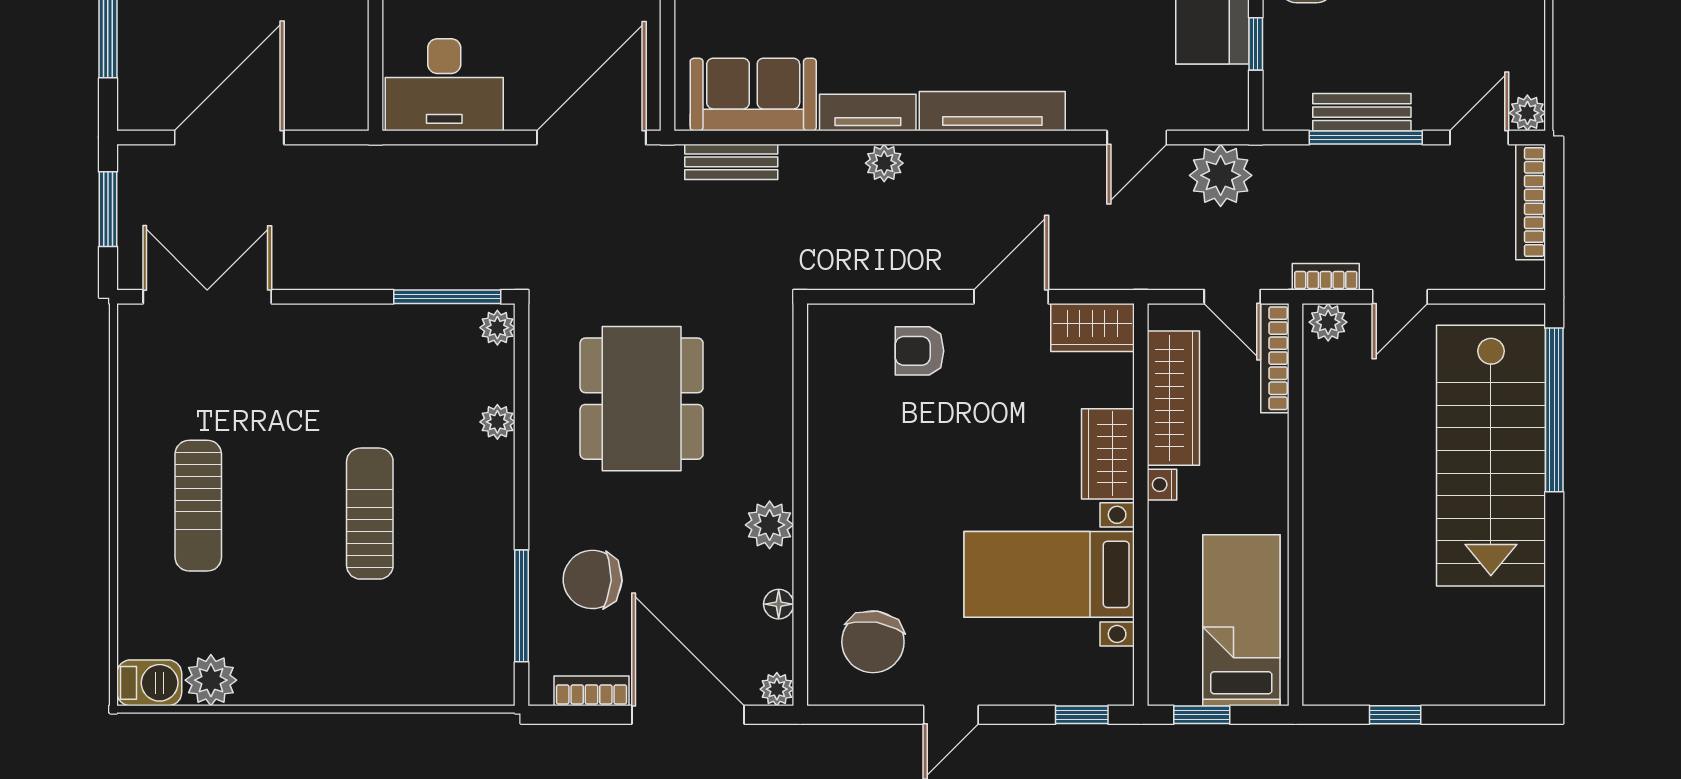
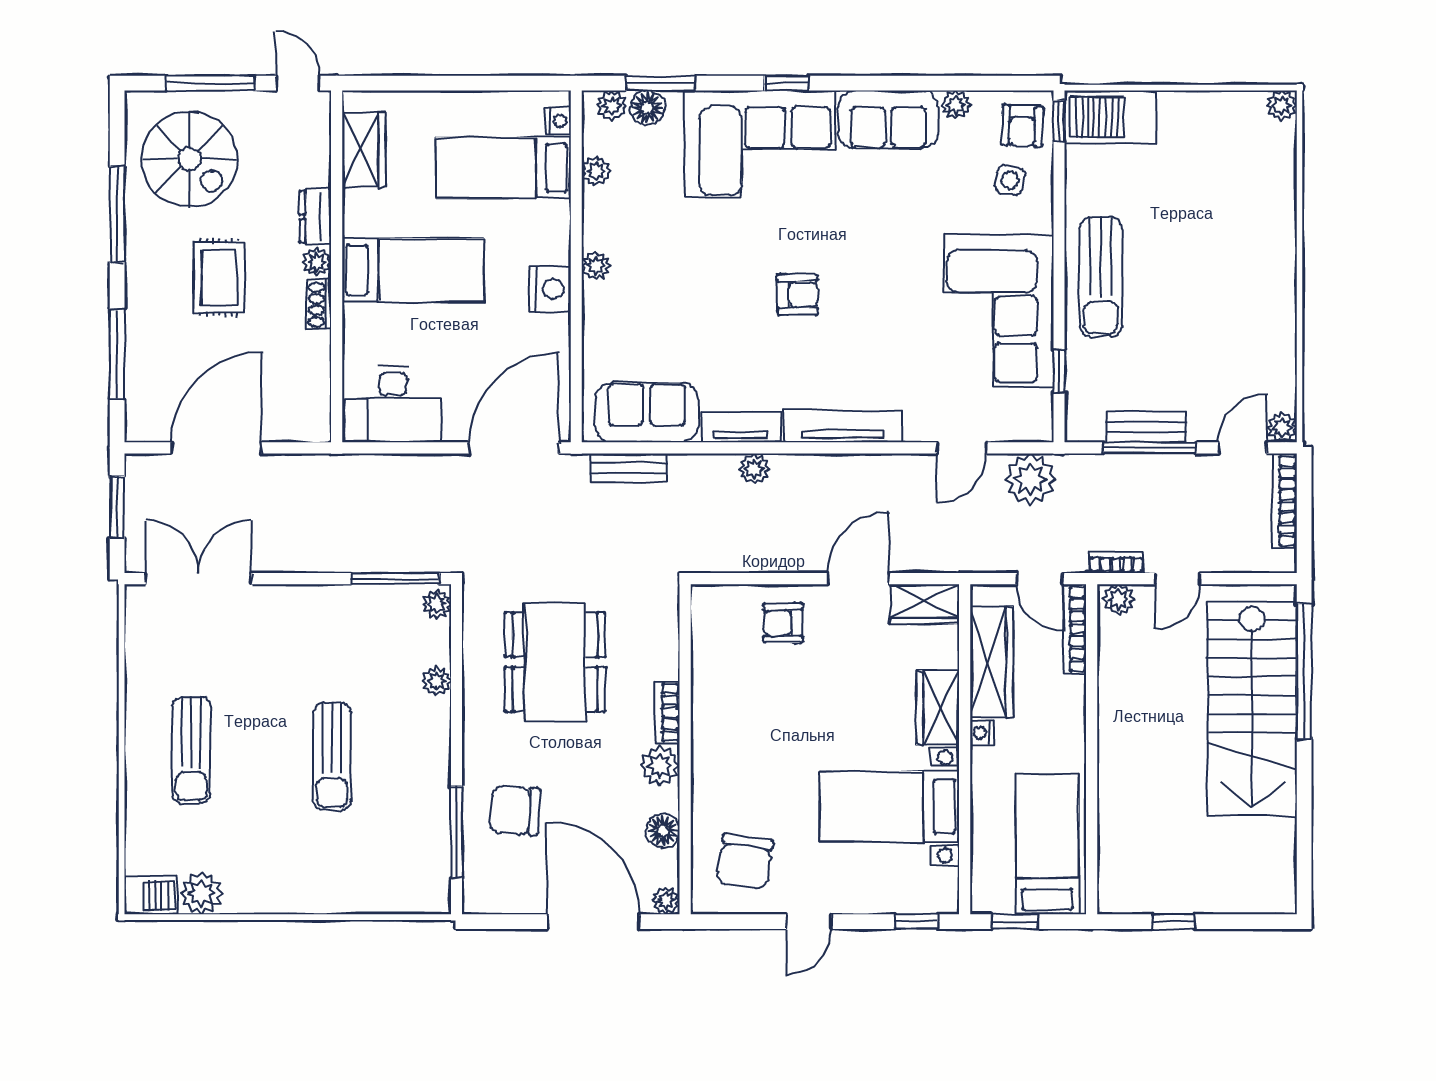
sun lounger: (370, 514) -> (332, 756), turned 180
floor lamp: (779, 604) -> (663, 831), width x1.37, depth x1.37
bookcase: (591, 691) -> (667, 712), moved, turned -90

